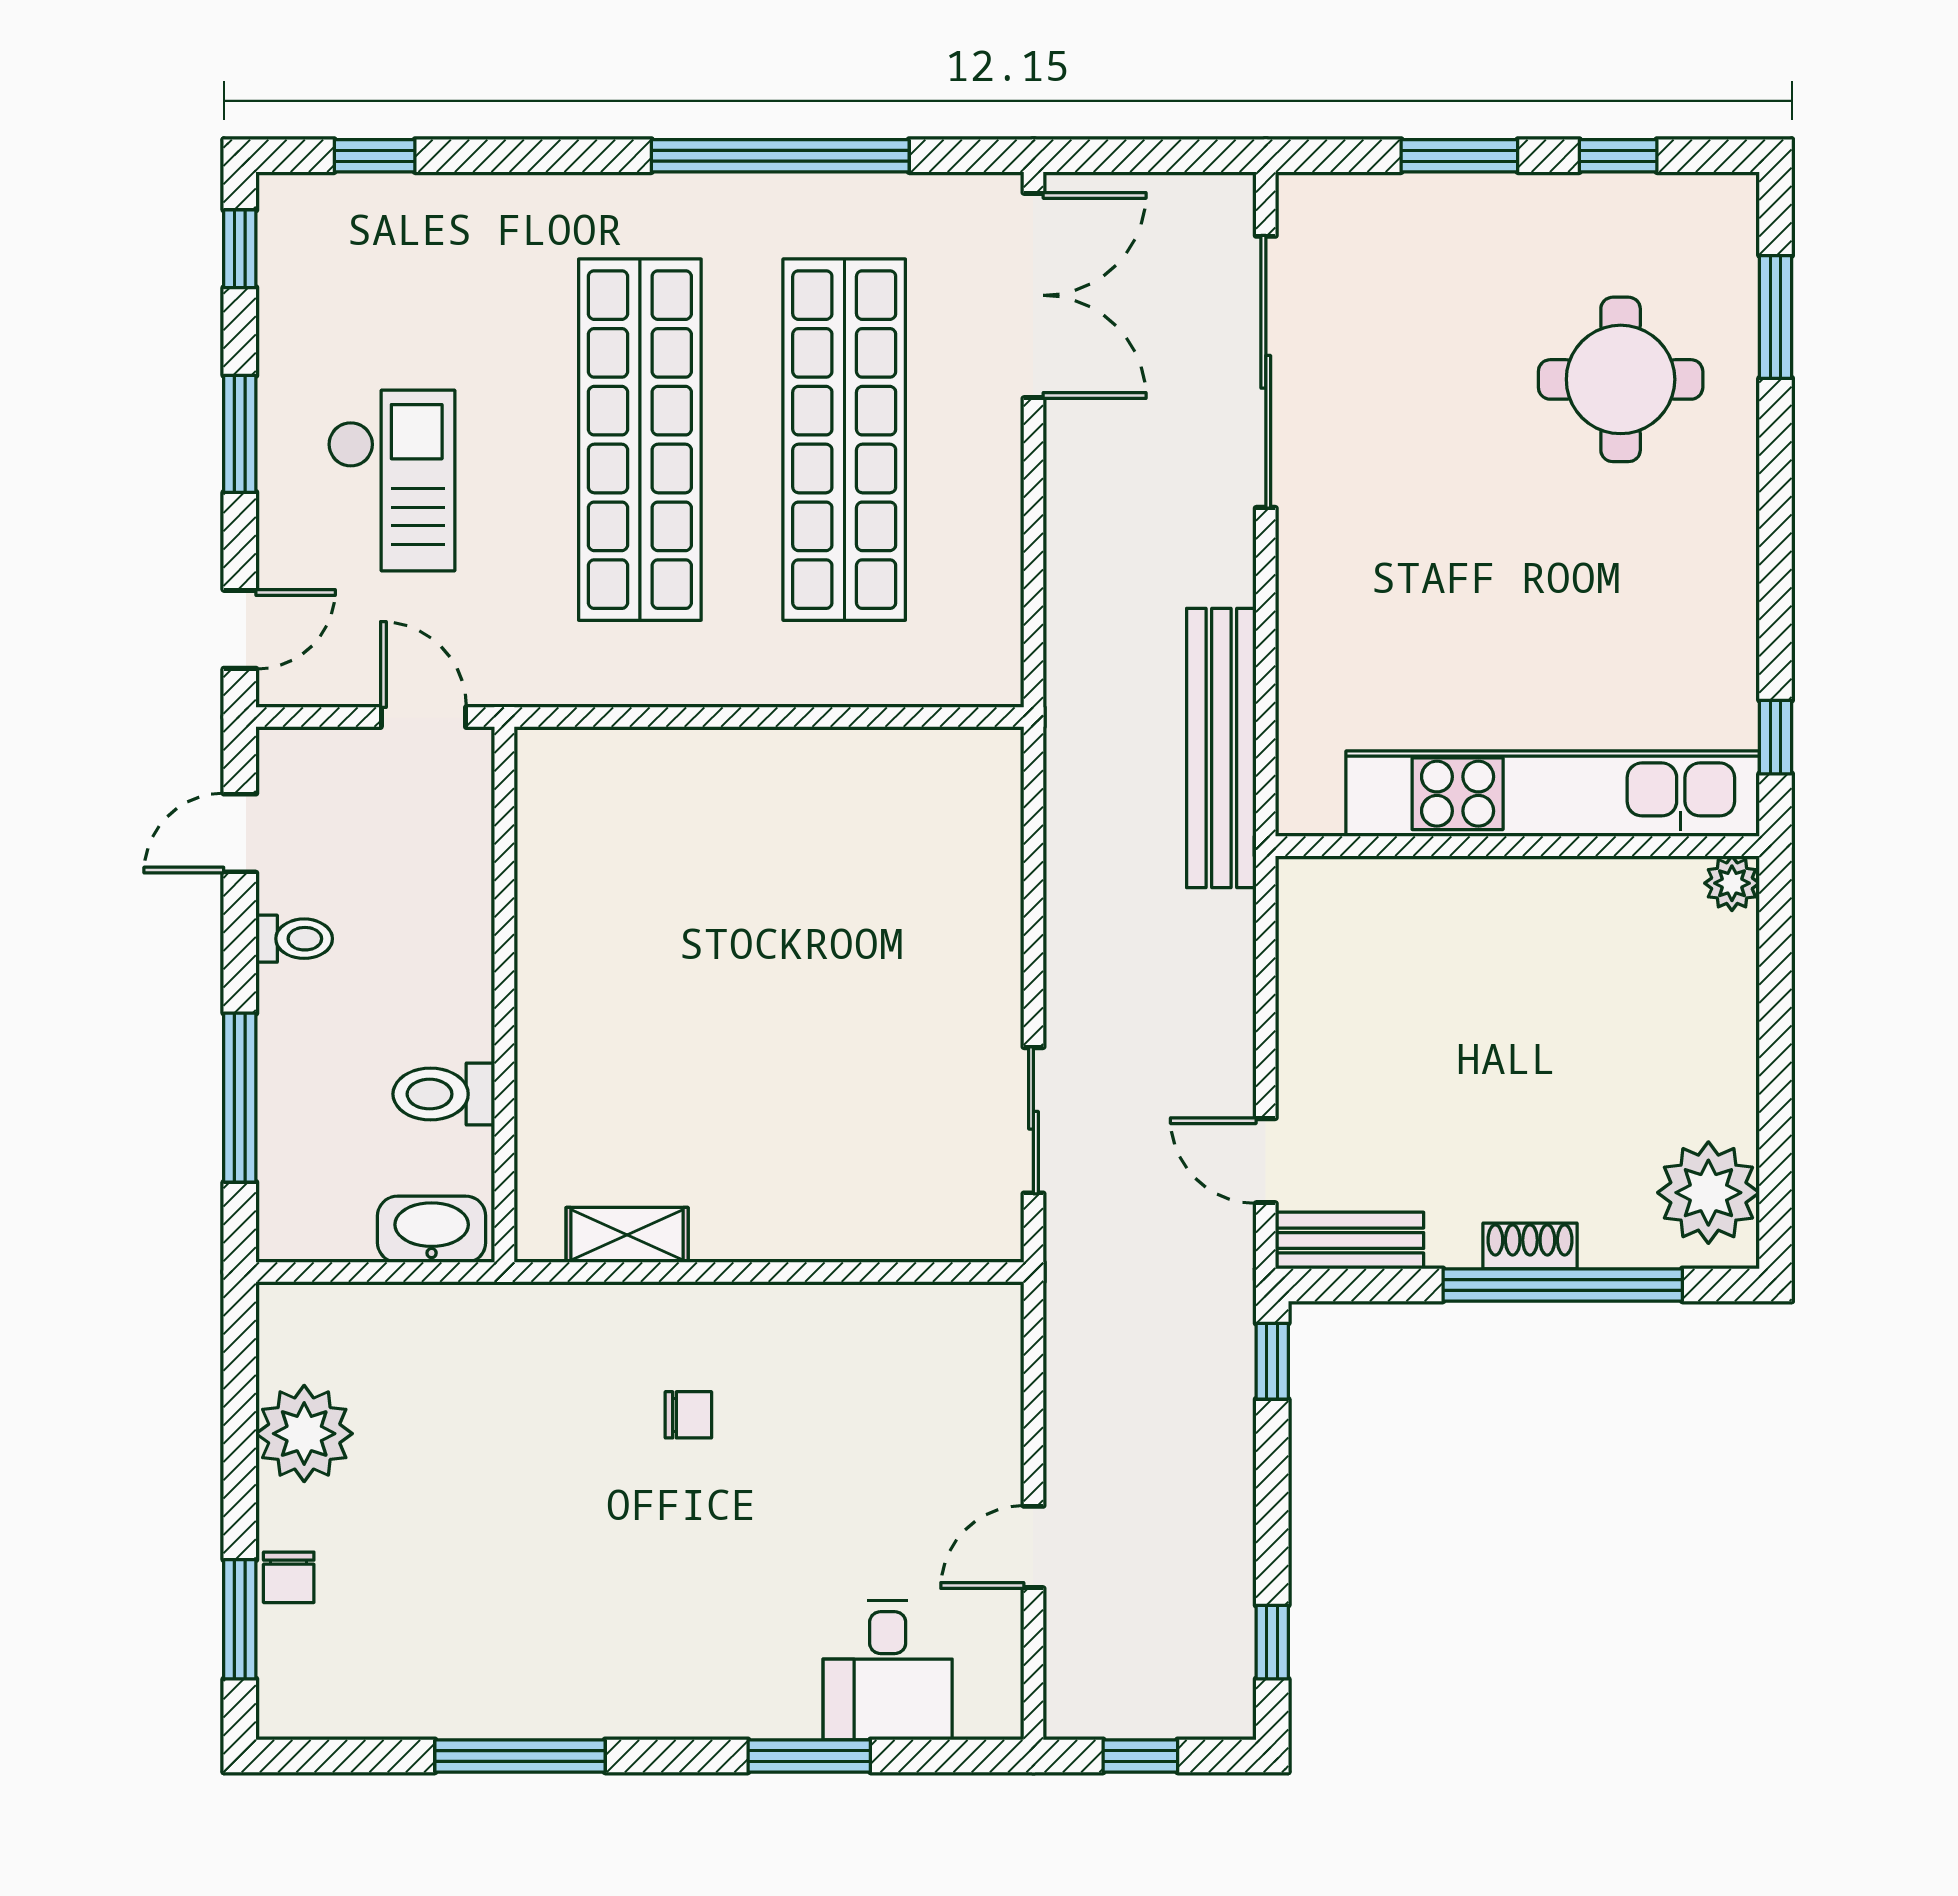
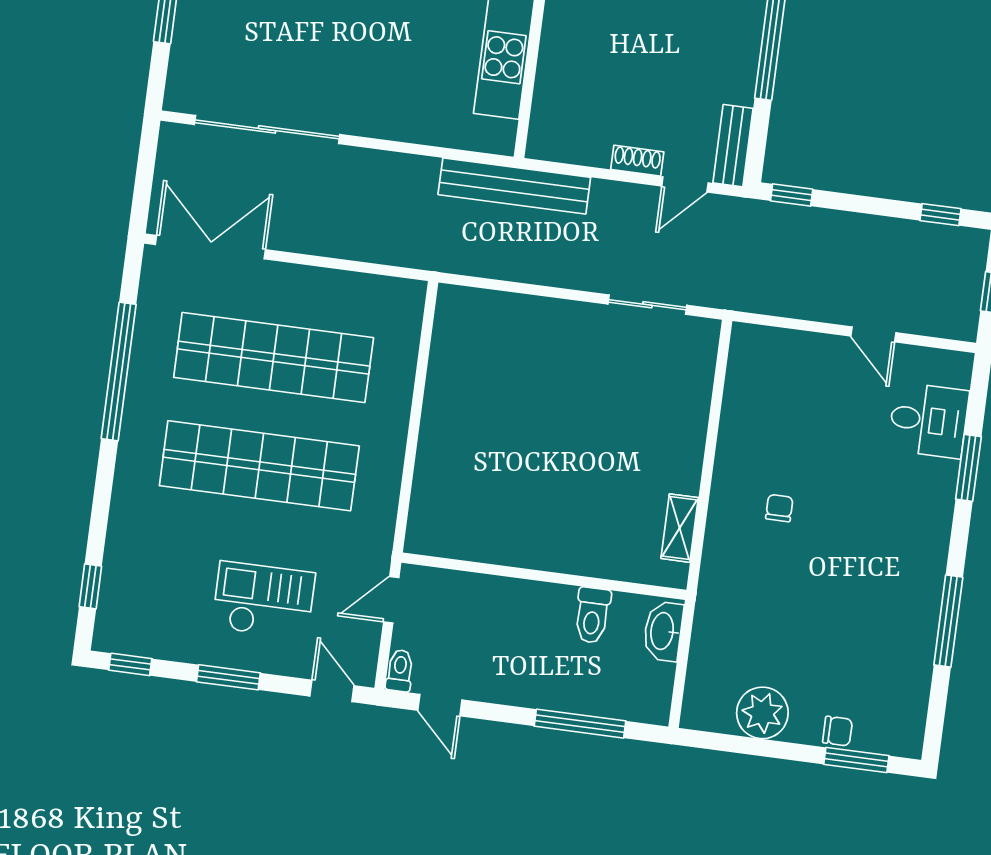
bench: (1221, 748) -> (514, 186), moved
toilet: (294, 939) -> (400, 671), moved
shoe rack: (1530, 1246) -> (637, 161), moved, turned 90

